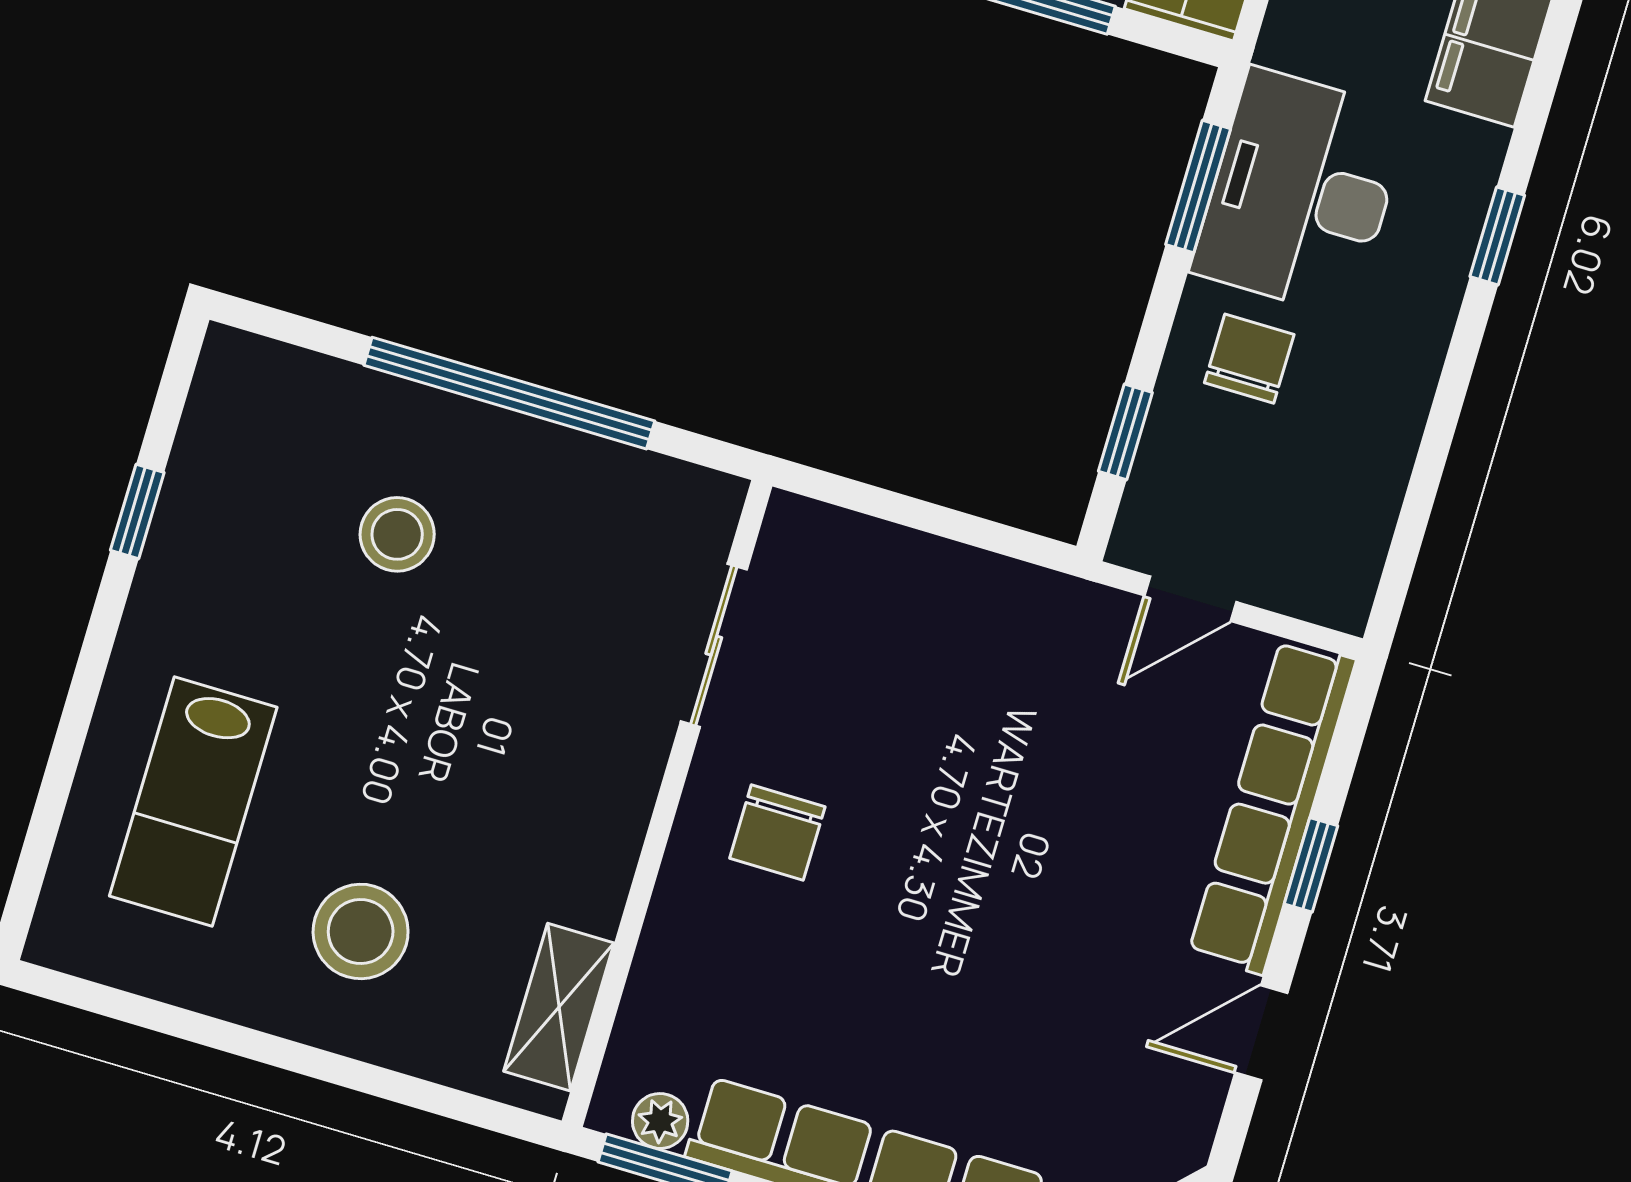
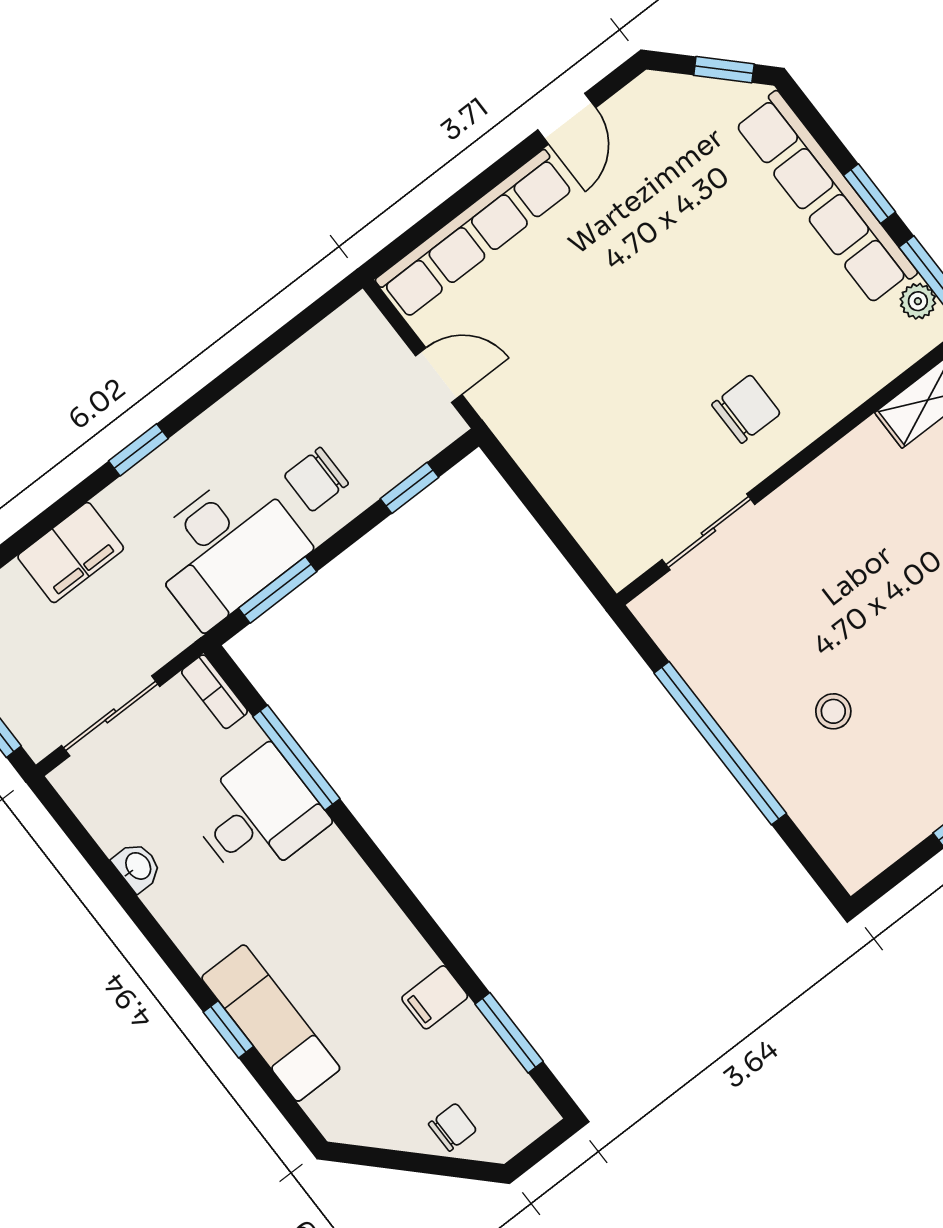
stool: (397, 534) -> (833, 711), width x0.73, depth x0.73
window: (1311, 865) -> (476, 189), removed
door: (1261, 1033) -> (567, 119), hinge flipped

